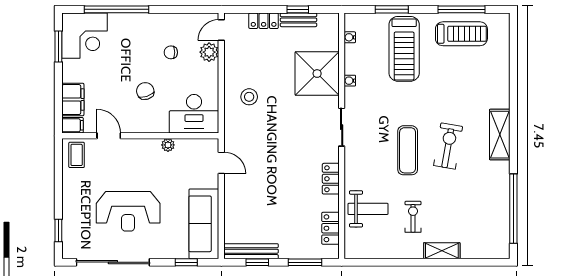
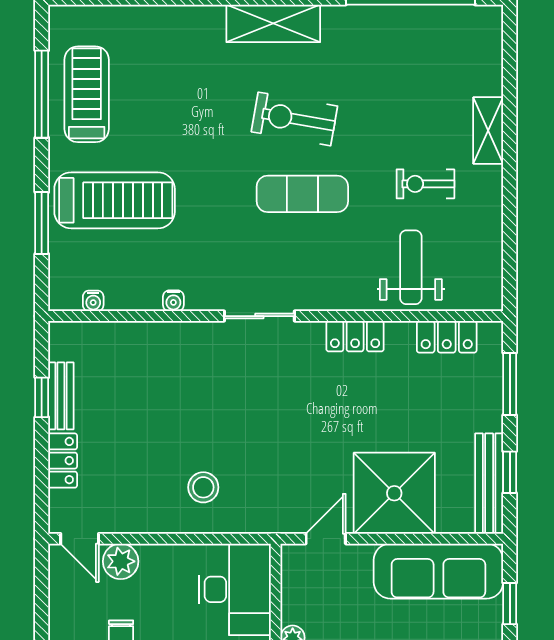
shower: (317, 74) -> (394, 493), moved

